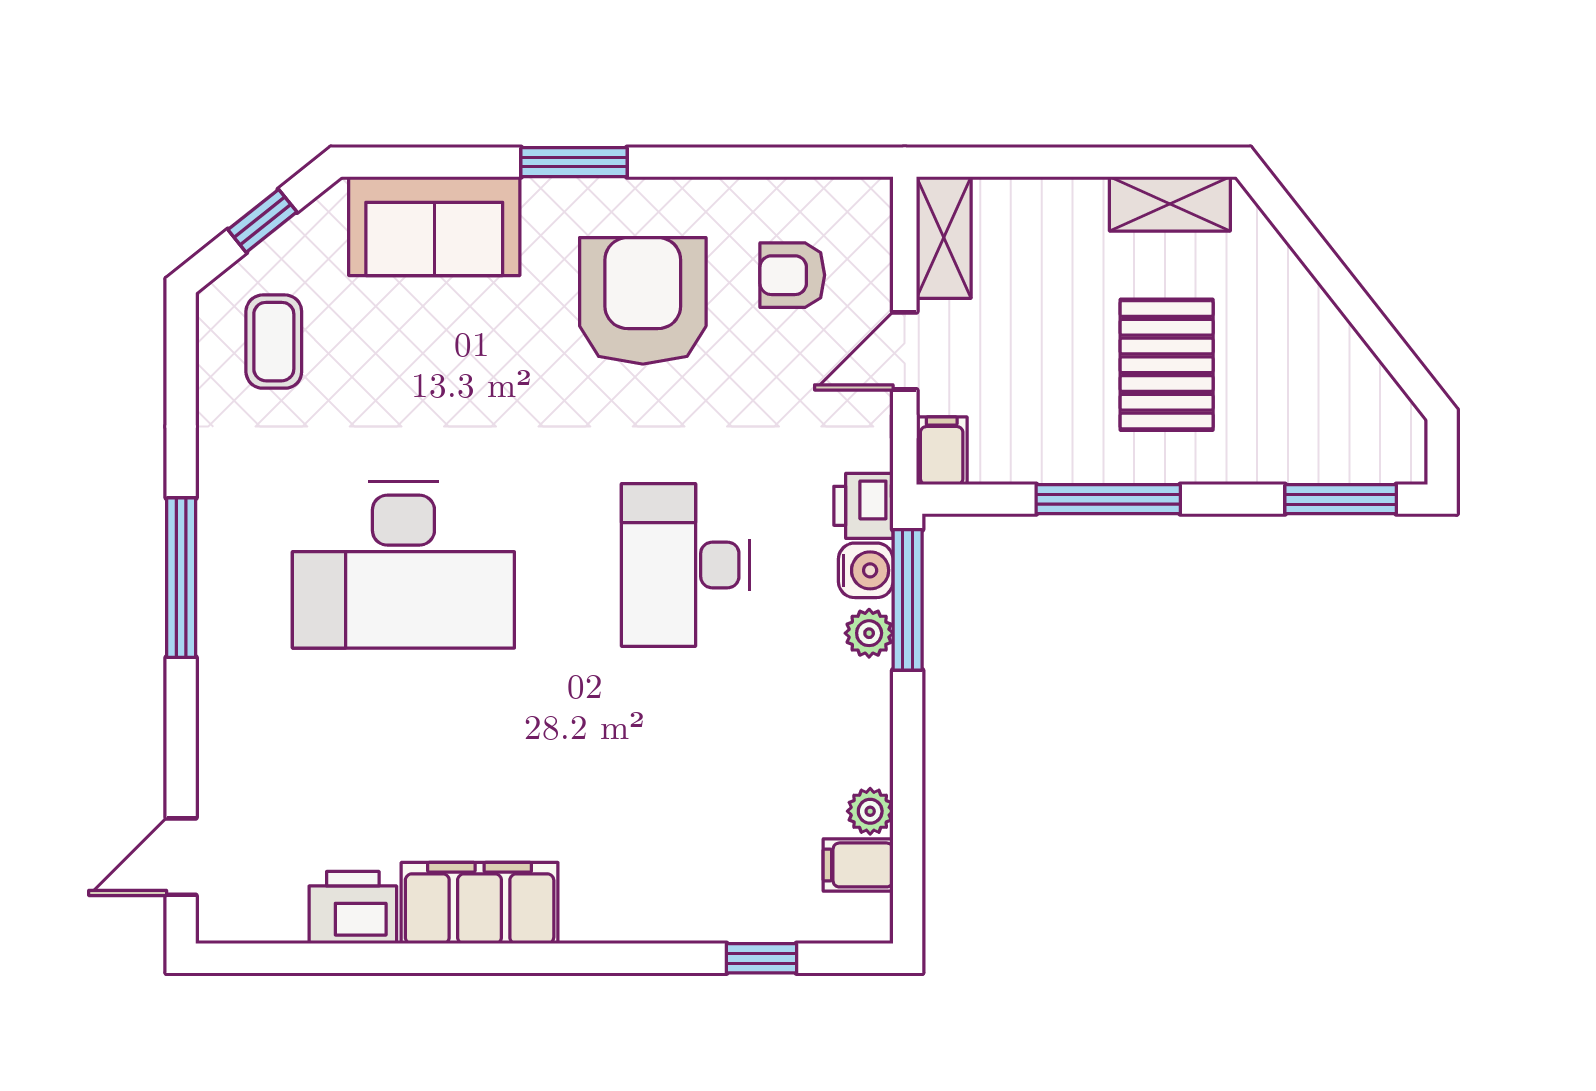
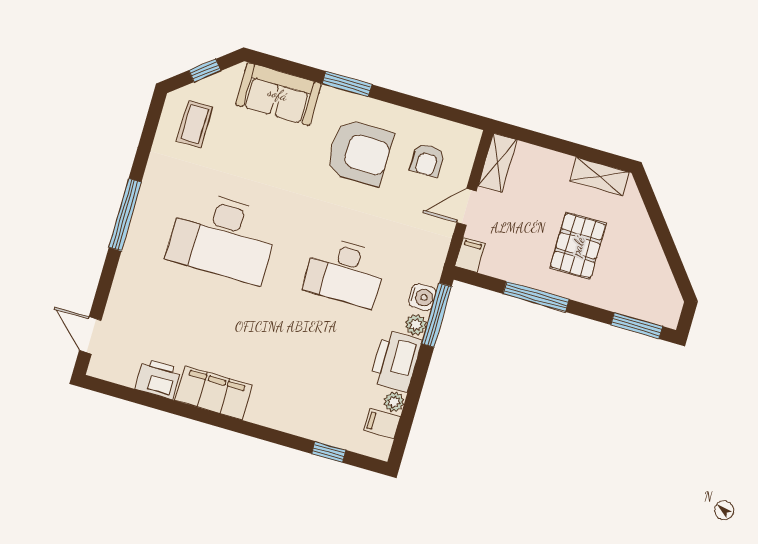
armchair: (792, 275) -> (427, 160), turned -90
armchair: (643, 301) -> (359, 153), turned 90
printer: (863, 506) -> (396, 361), moved, width x1.87, depth x1.48
desk: (685, 565) -> (345, 272), turned -90
door: (181, 857) -> (90, 335), hinge flipped

